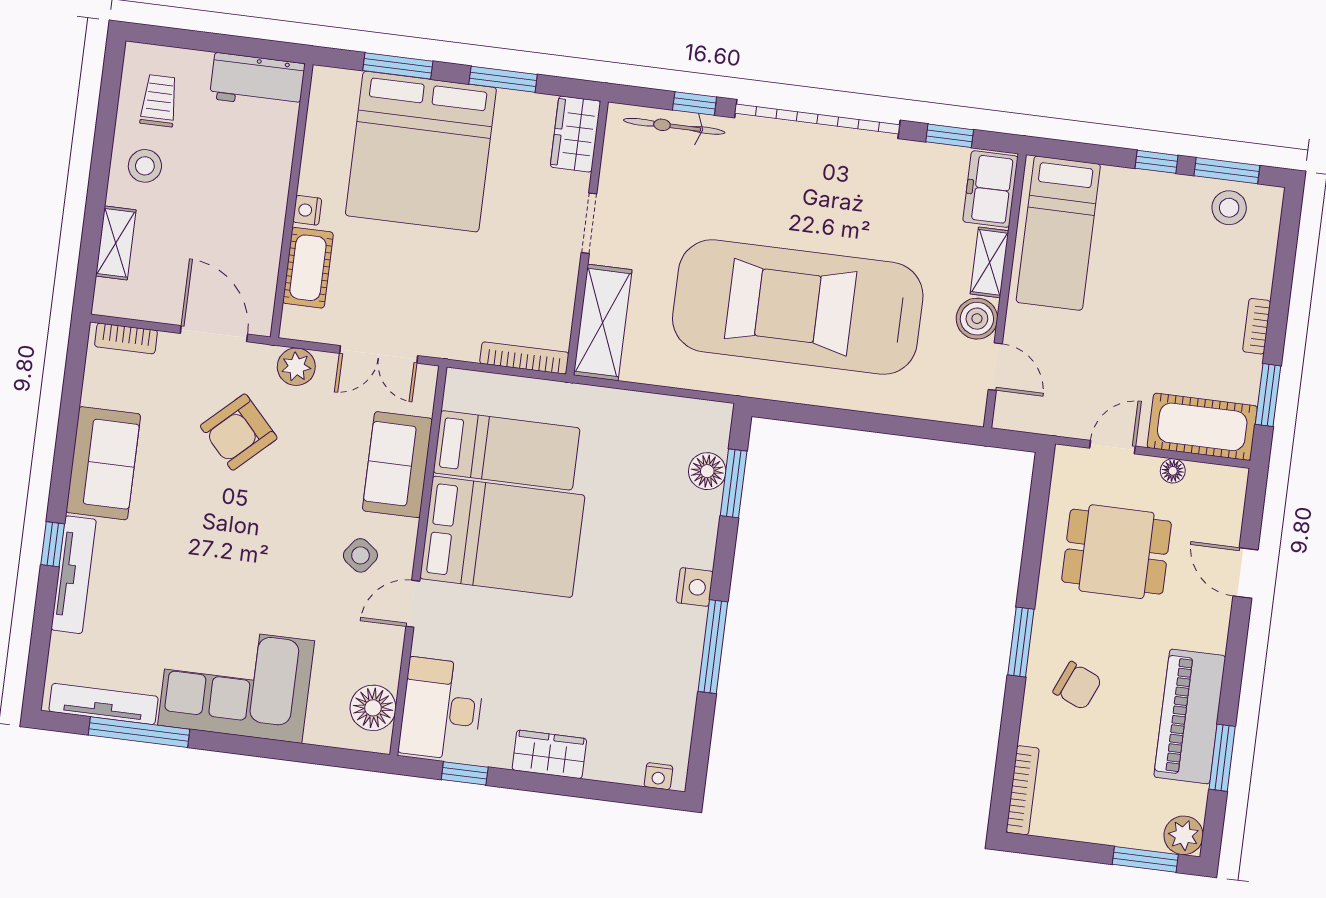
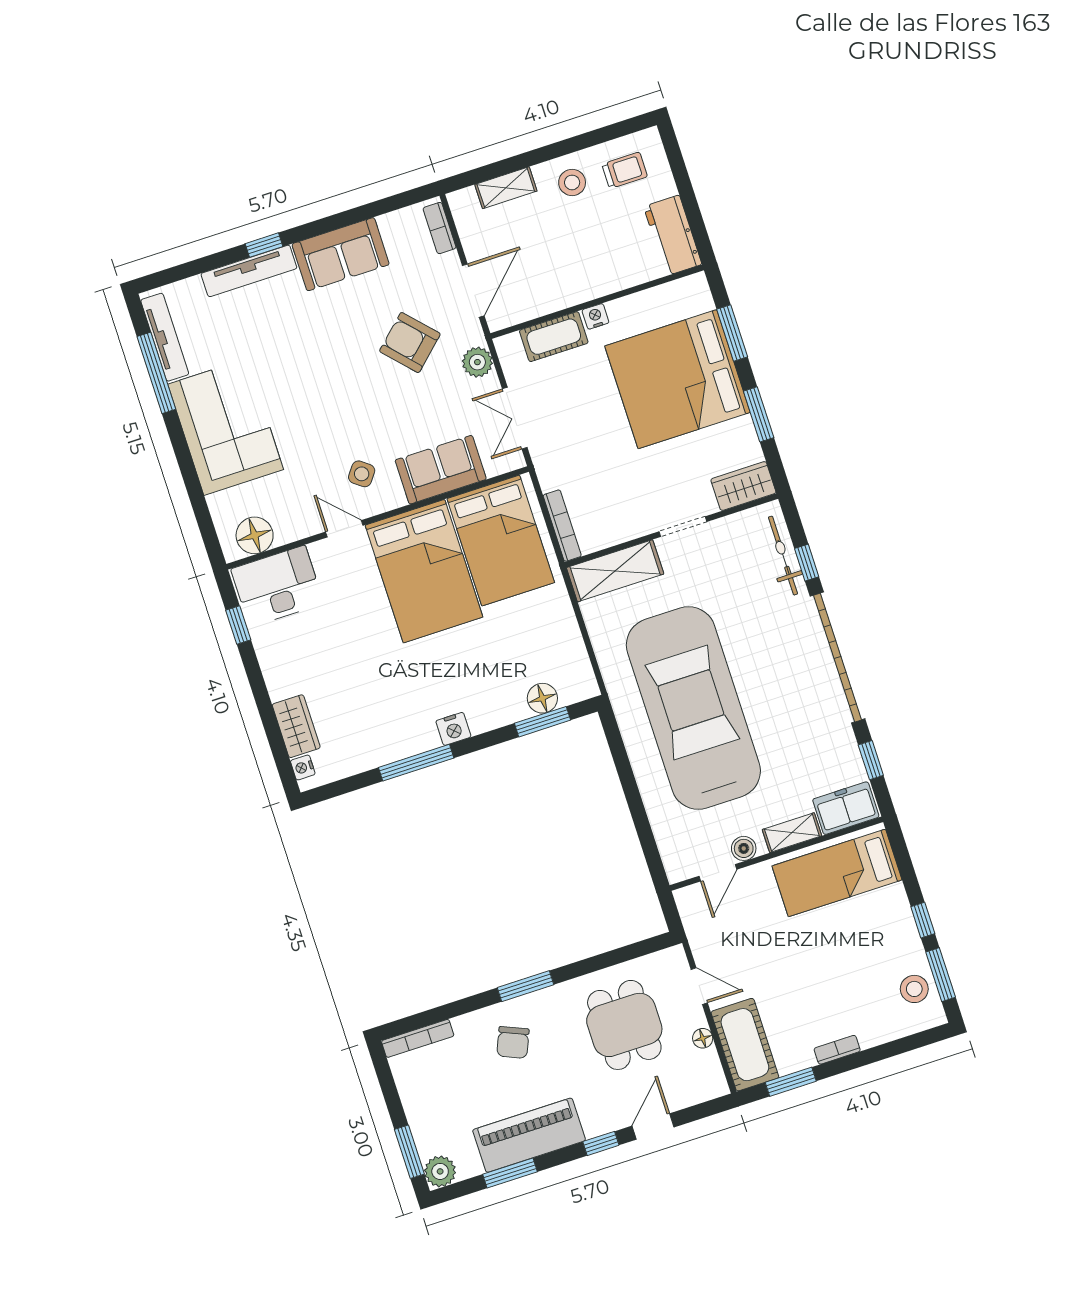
boiler: (977, 319) -> (744, 848), width x0.73, depth x0.73
bed: (506, 450) -> (501, 541), width x1.50
window: (1237, 640) -> (601, 1143), added
wardrobe: (549, 754) -> (296, 726), moved

